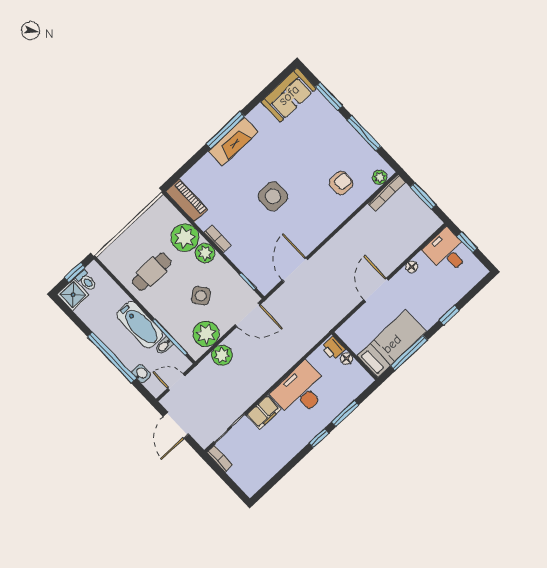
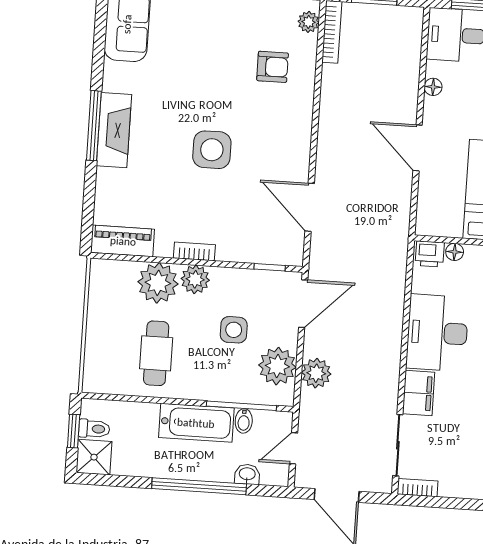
armchair: (341, 183) -> (273, 67), turned 90
side table: (201, 296) -> (234, 330), turned 38

